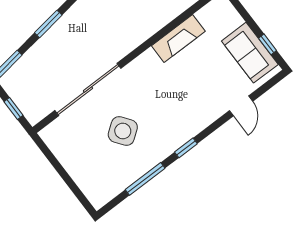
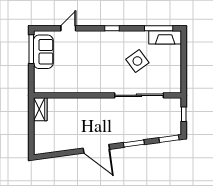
fireplace: (178, 39) -> (165, 37), moved, turned 180
window: (268, 44) -> (31, 49), width x2.17
window: (145, 179) -> (159, 28), moved

